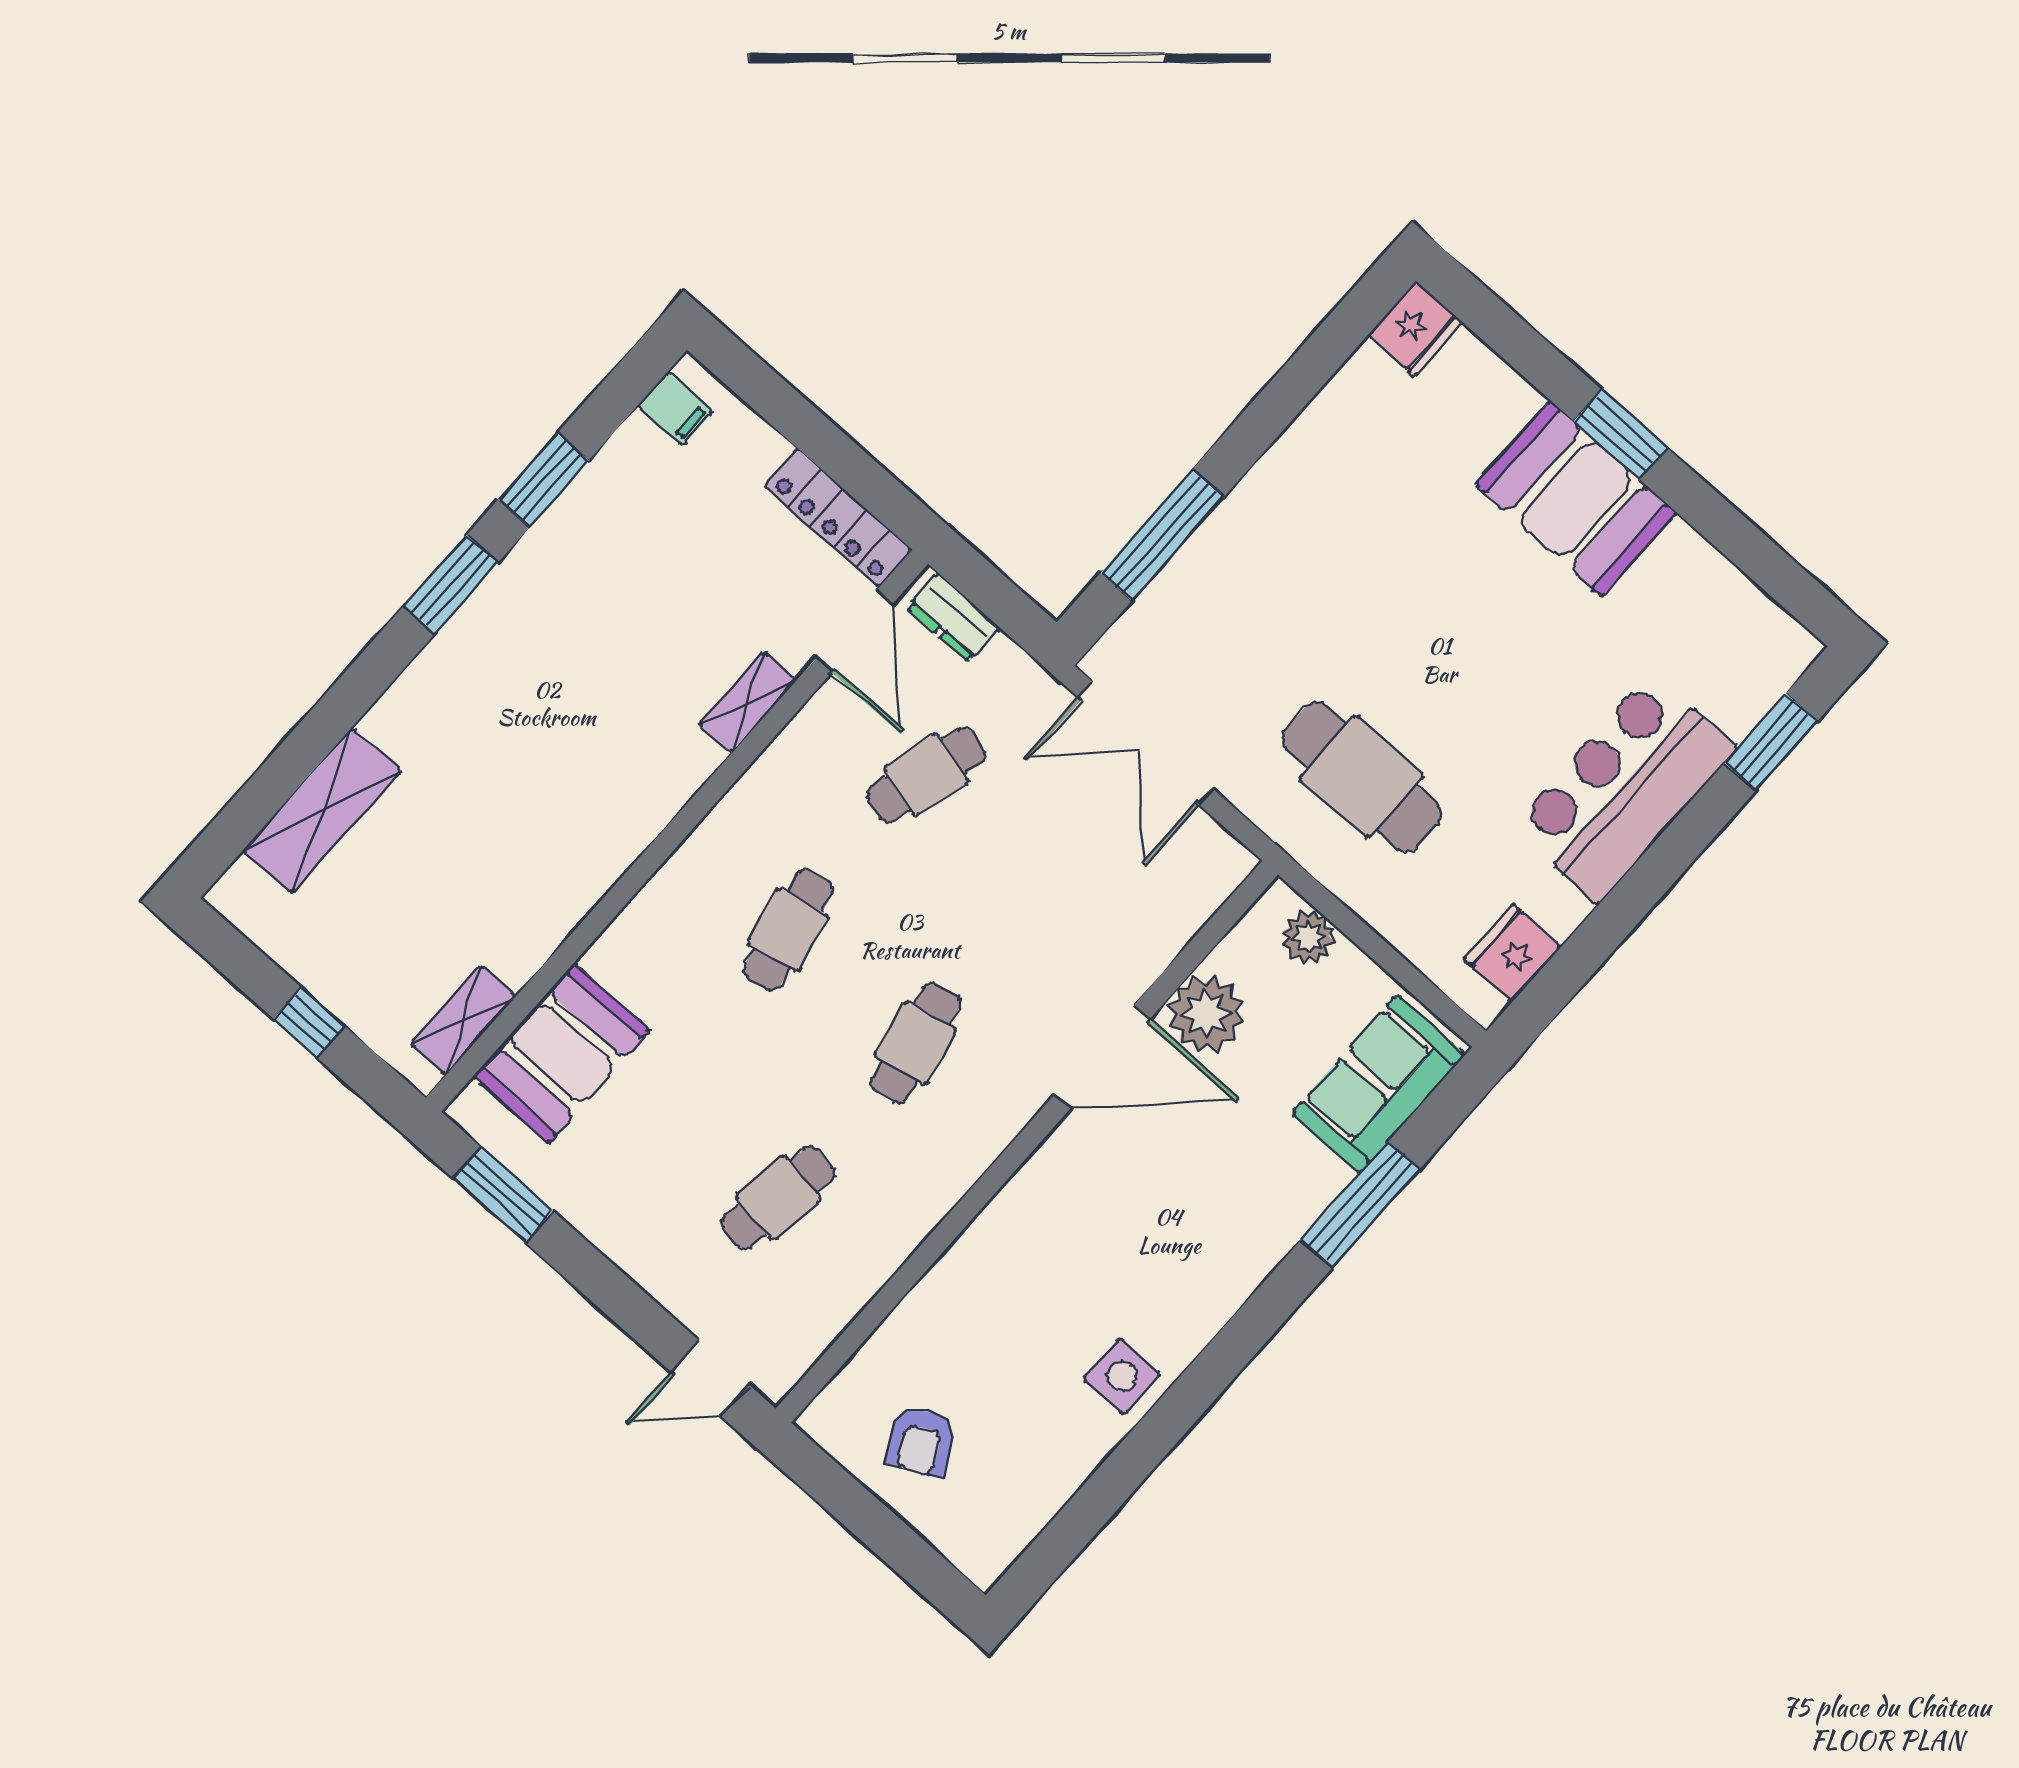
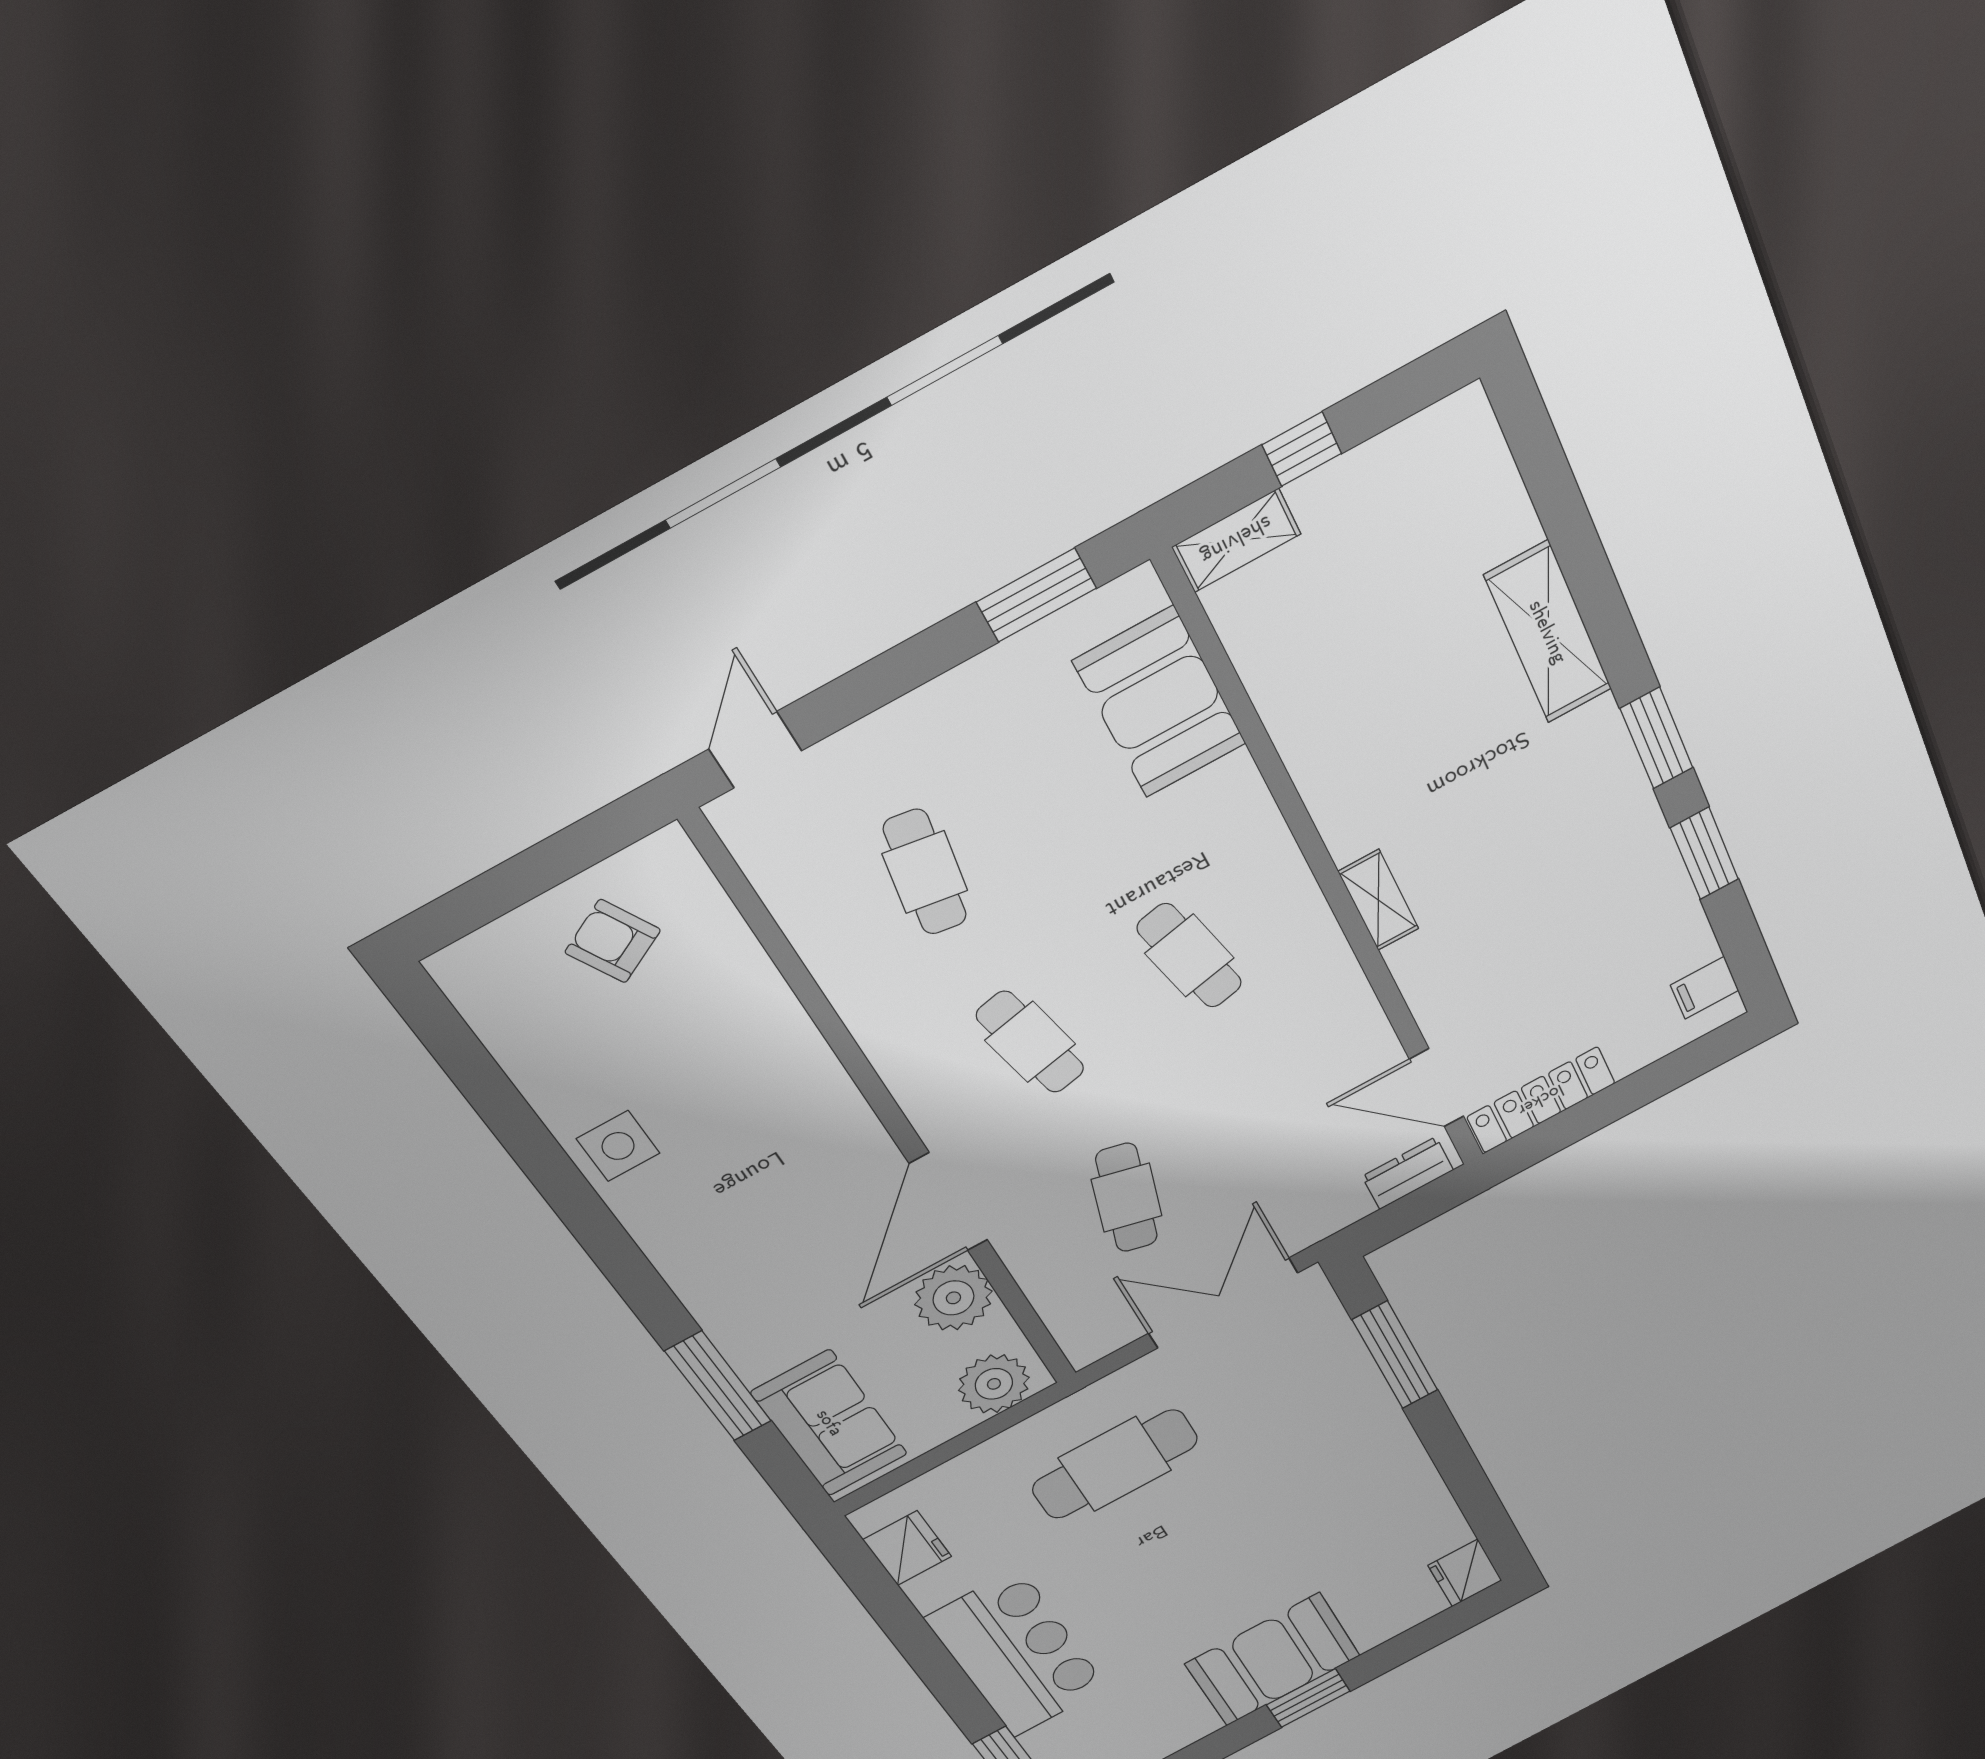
shelving: (748, 702) -> (1378, 900), moved
cafe table: (926, 775) -> (1127, 1198), moved
shelving: (322, 810) -> (1548, 632), moved
plant: (1308, 937) -> (994, 1384), width x1.36, depth x1.36
shelving: (463, 1020) -> (1236, 540), moved, turned 90

